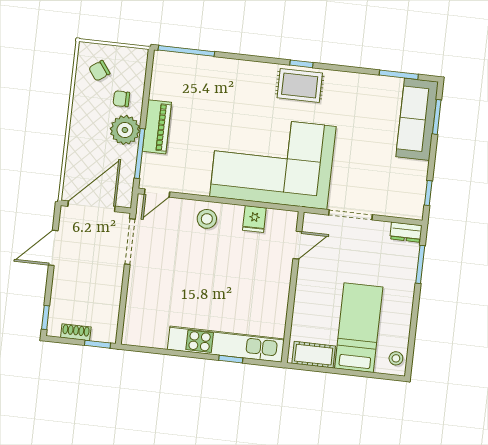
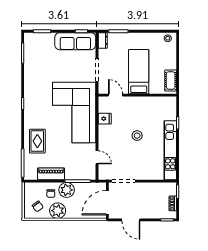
rug: (300, 85) -> (37, 141), moved
plant: (87, 108) -> (58, 211), added
sofa: (417, 119) -> (75, 41), moved
piano: (157, 127) -> (51, 174), moved
door: (157, 193) -> (97, 157), moved
door: (92, 206) -> (107, 203), hinge flipped
stool: (207, 219) -> (137, 136), moved
bed: (359, 328) -> (139, 72), moved, turned 90
kitchen unit: (226, 344) -> (170, 150), moved

